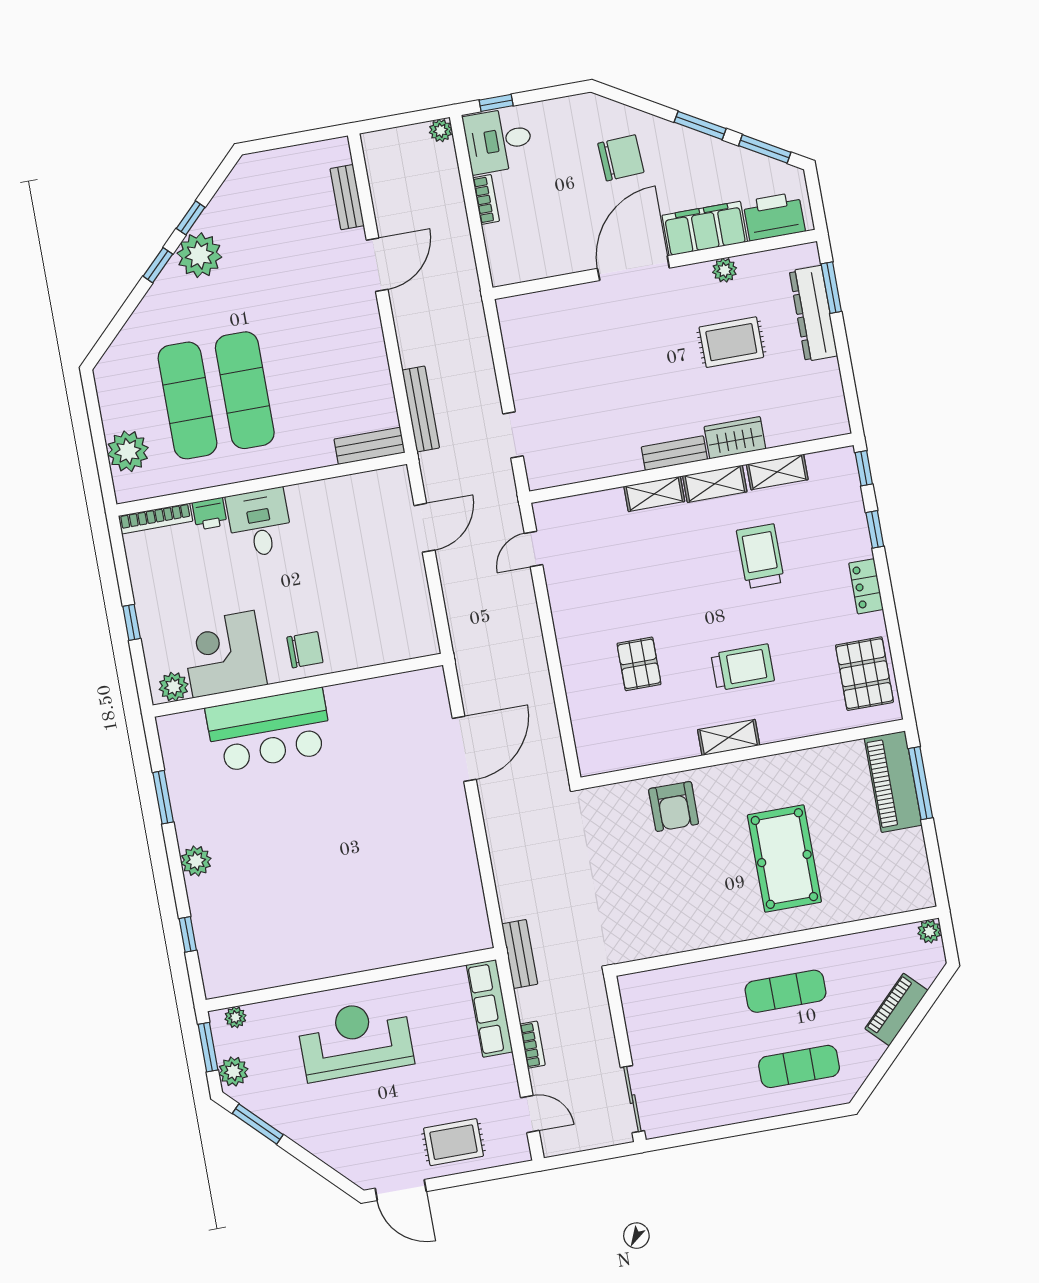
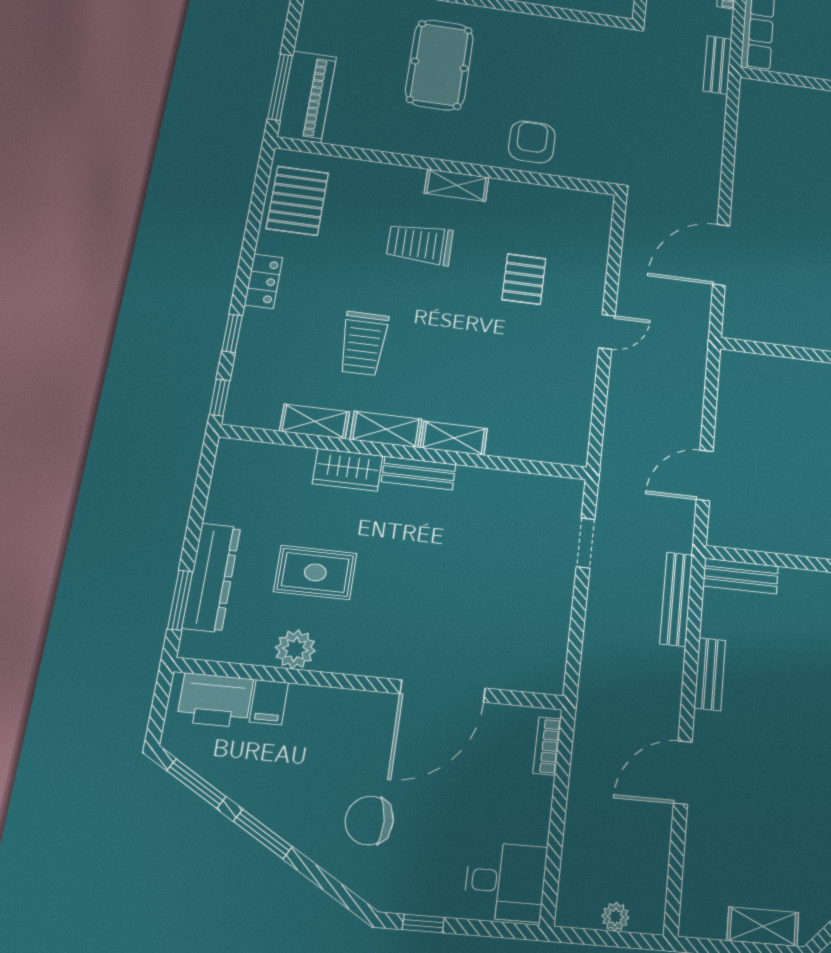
window: (496, 103) -> (423, 923), moved
plant: (441, 131) -> (615, 917), moved
shelving: (280, 161) -> (763, 927), added
bench: (347, 197) -> (710, 674), moved
bookcase: (486, 199) -> (547, 746), moved
filing cabinet: (705, 229) -> (269, 702), width x0.33, depth x0.86
door: (633, 268) -> (443, 691), moved
plant: (725, 270) -> (295, 649), width x1.38, depth x1.38
door: (533, 549) -> (607, 332), moved

